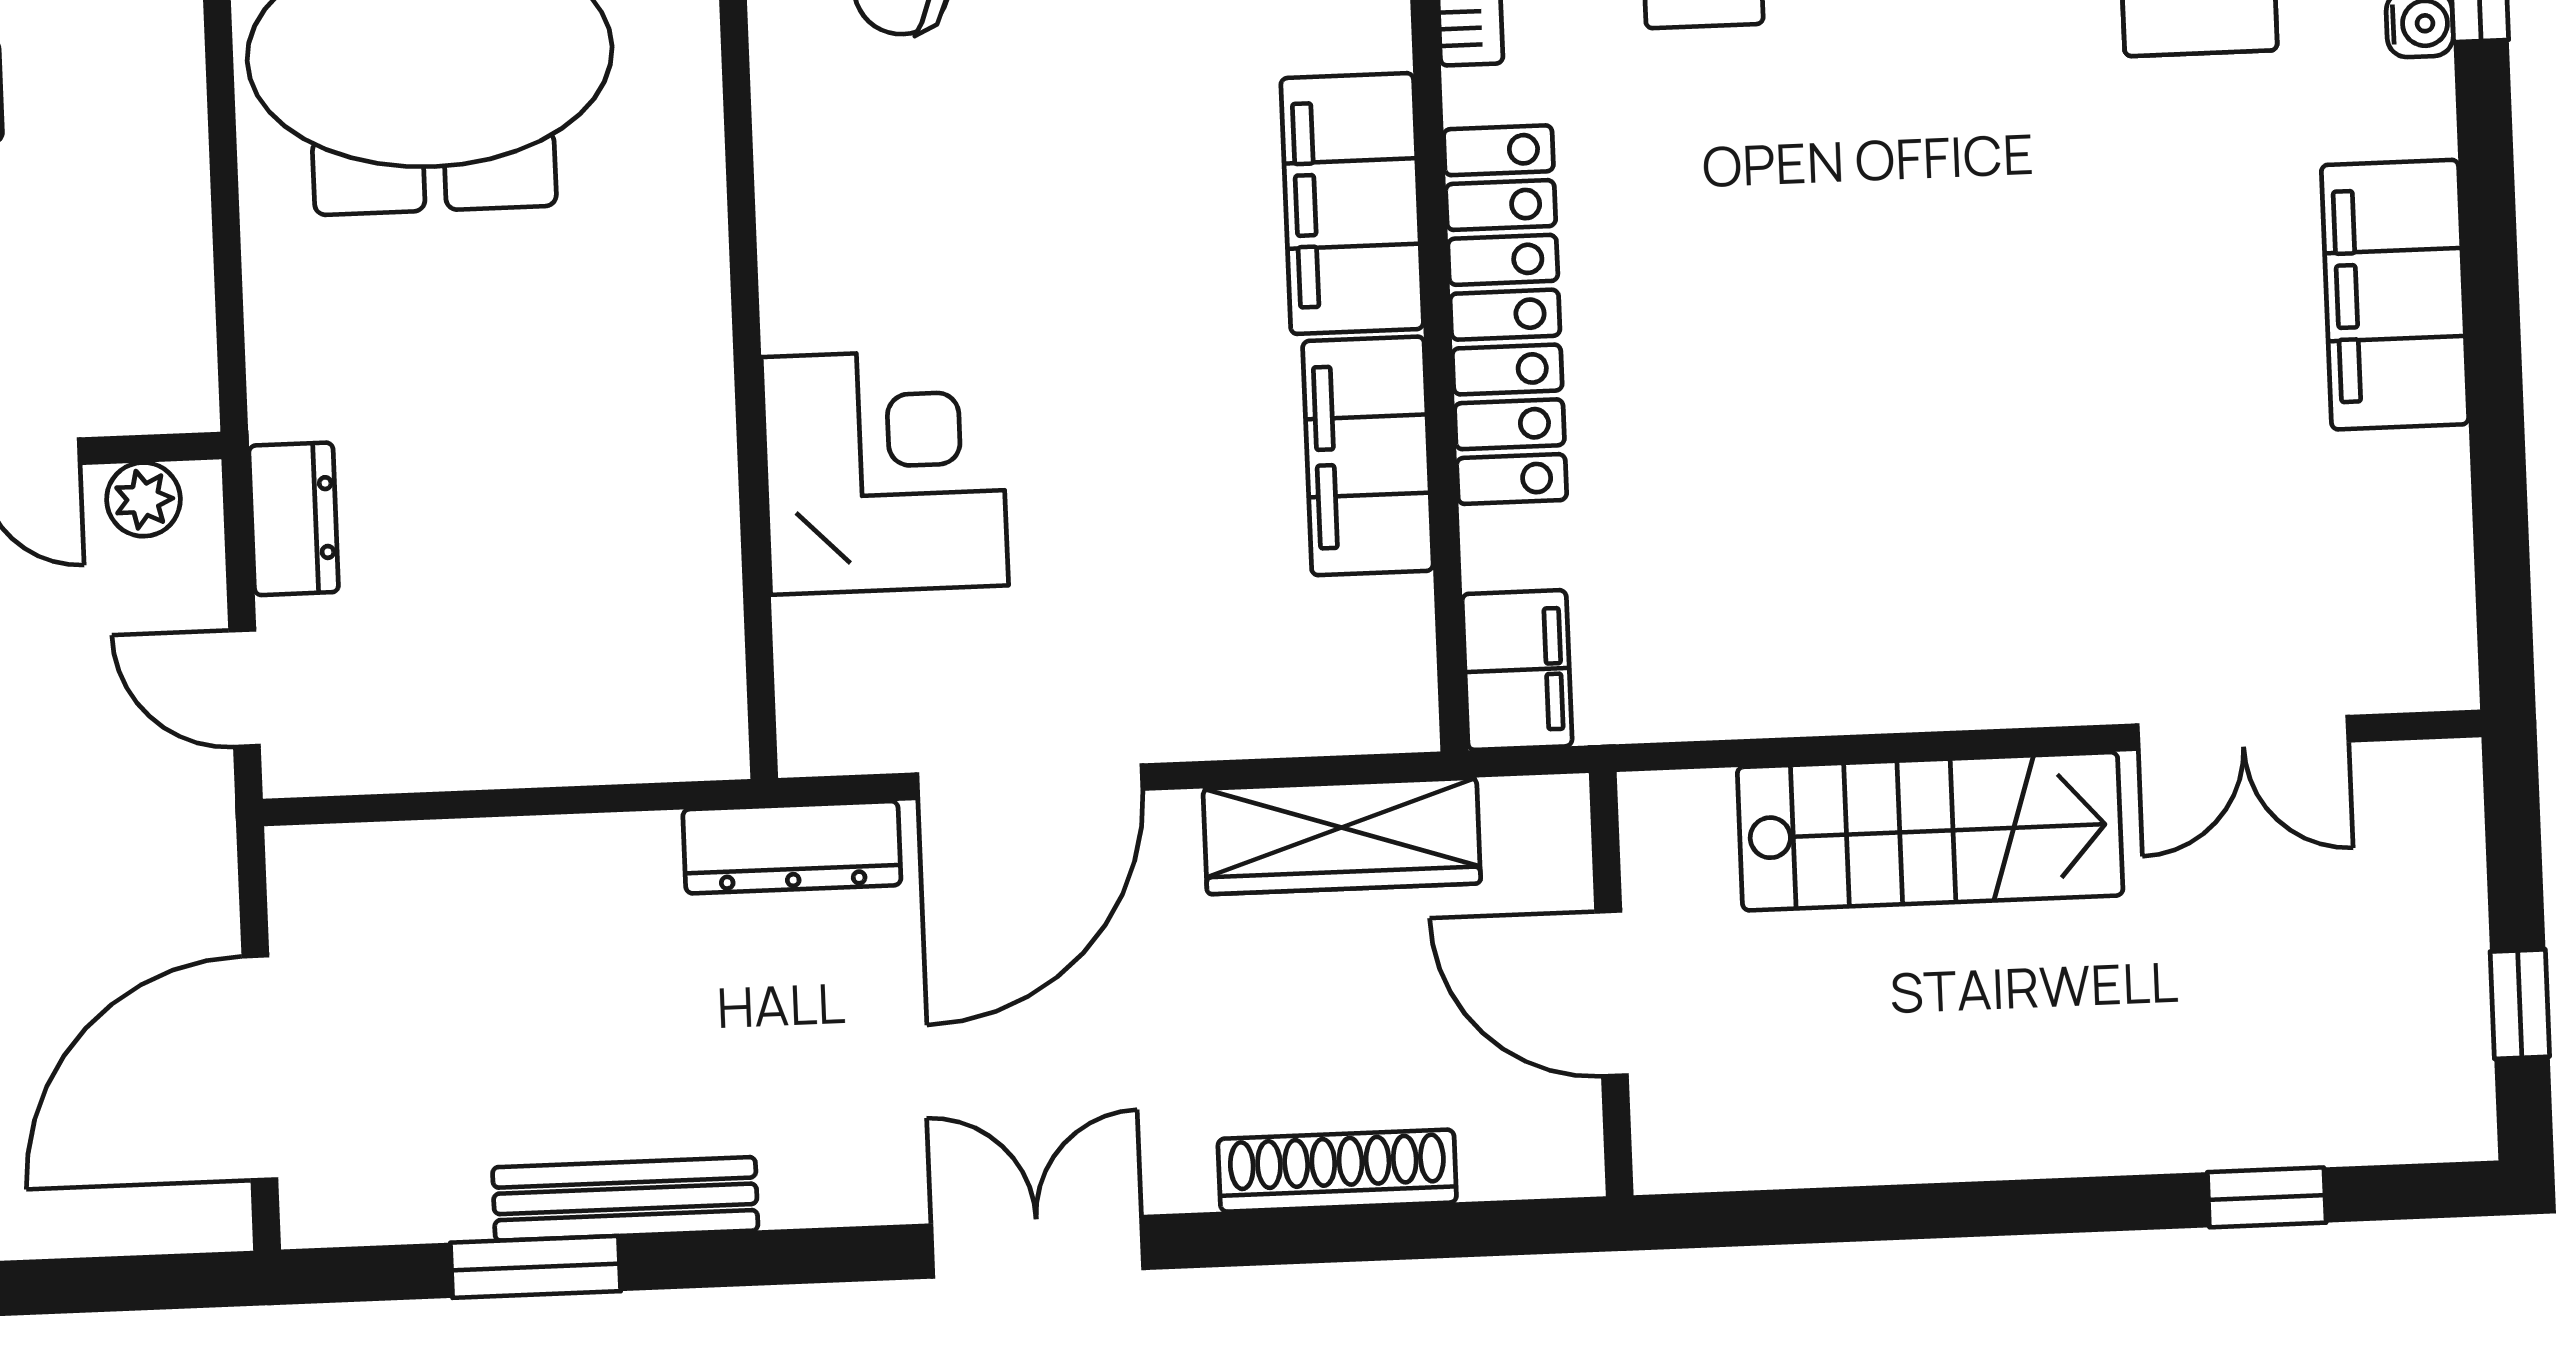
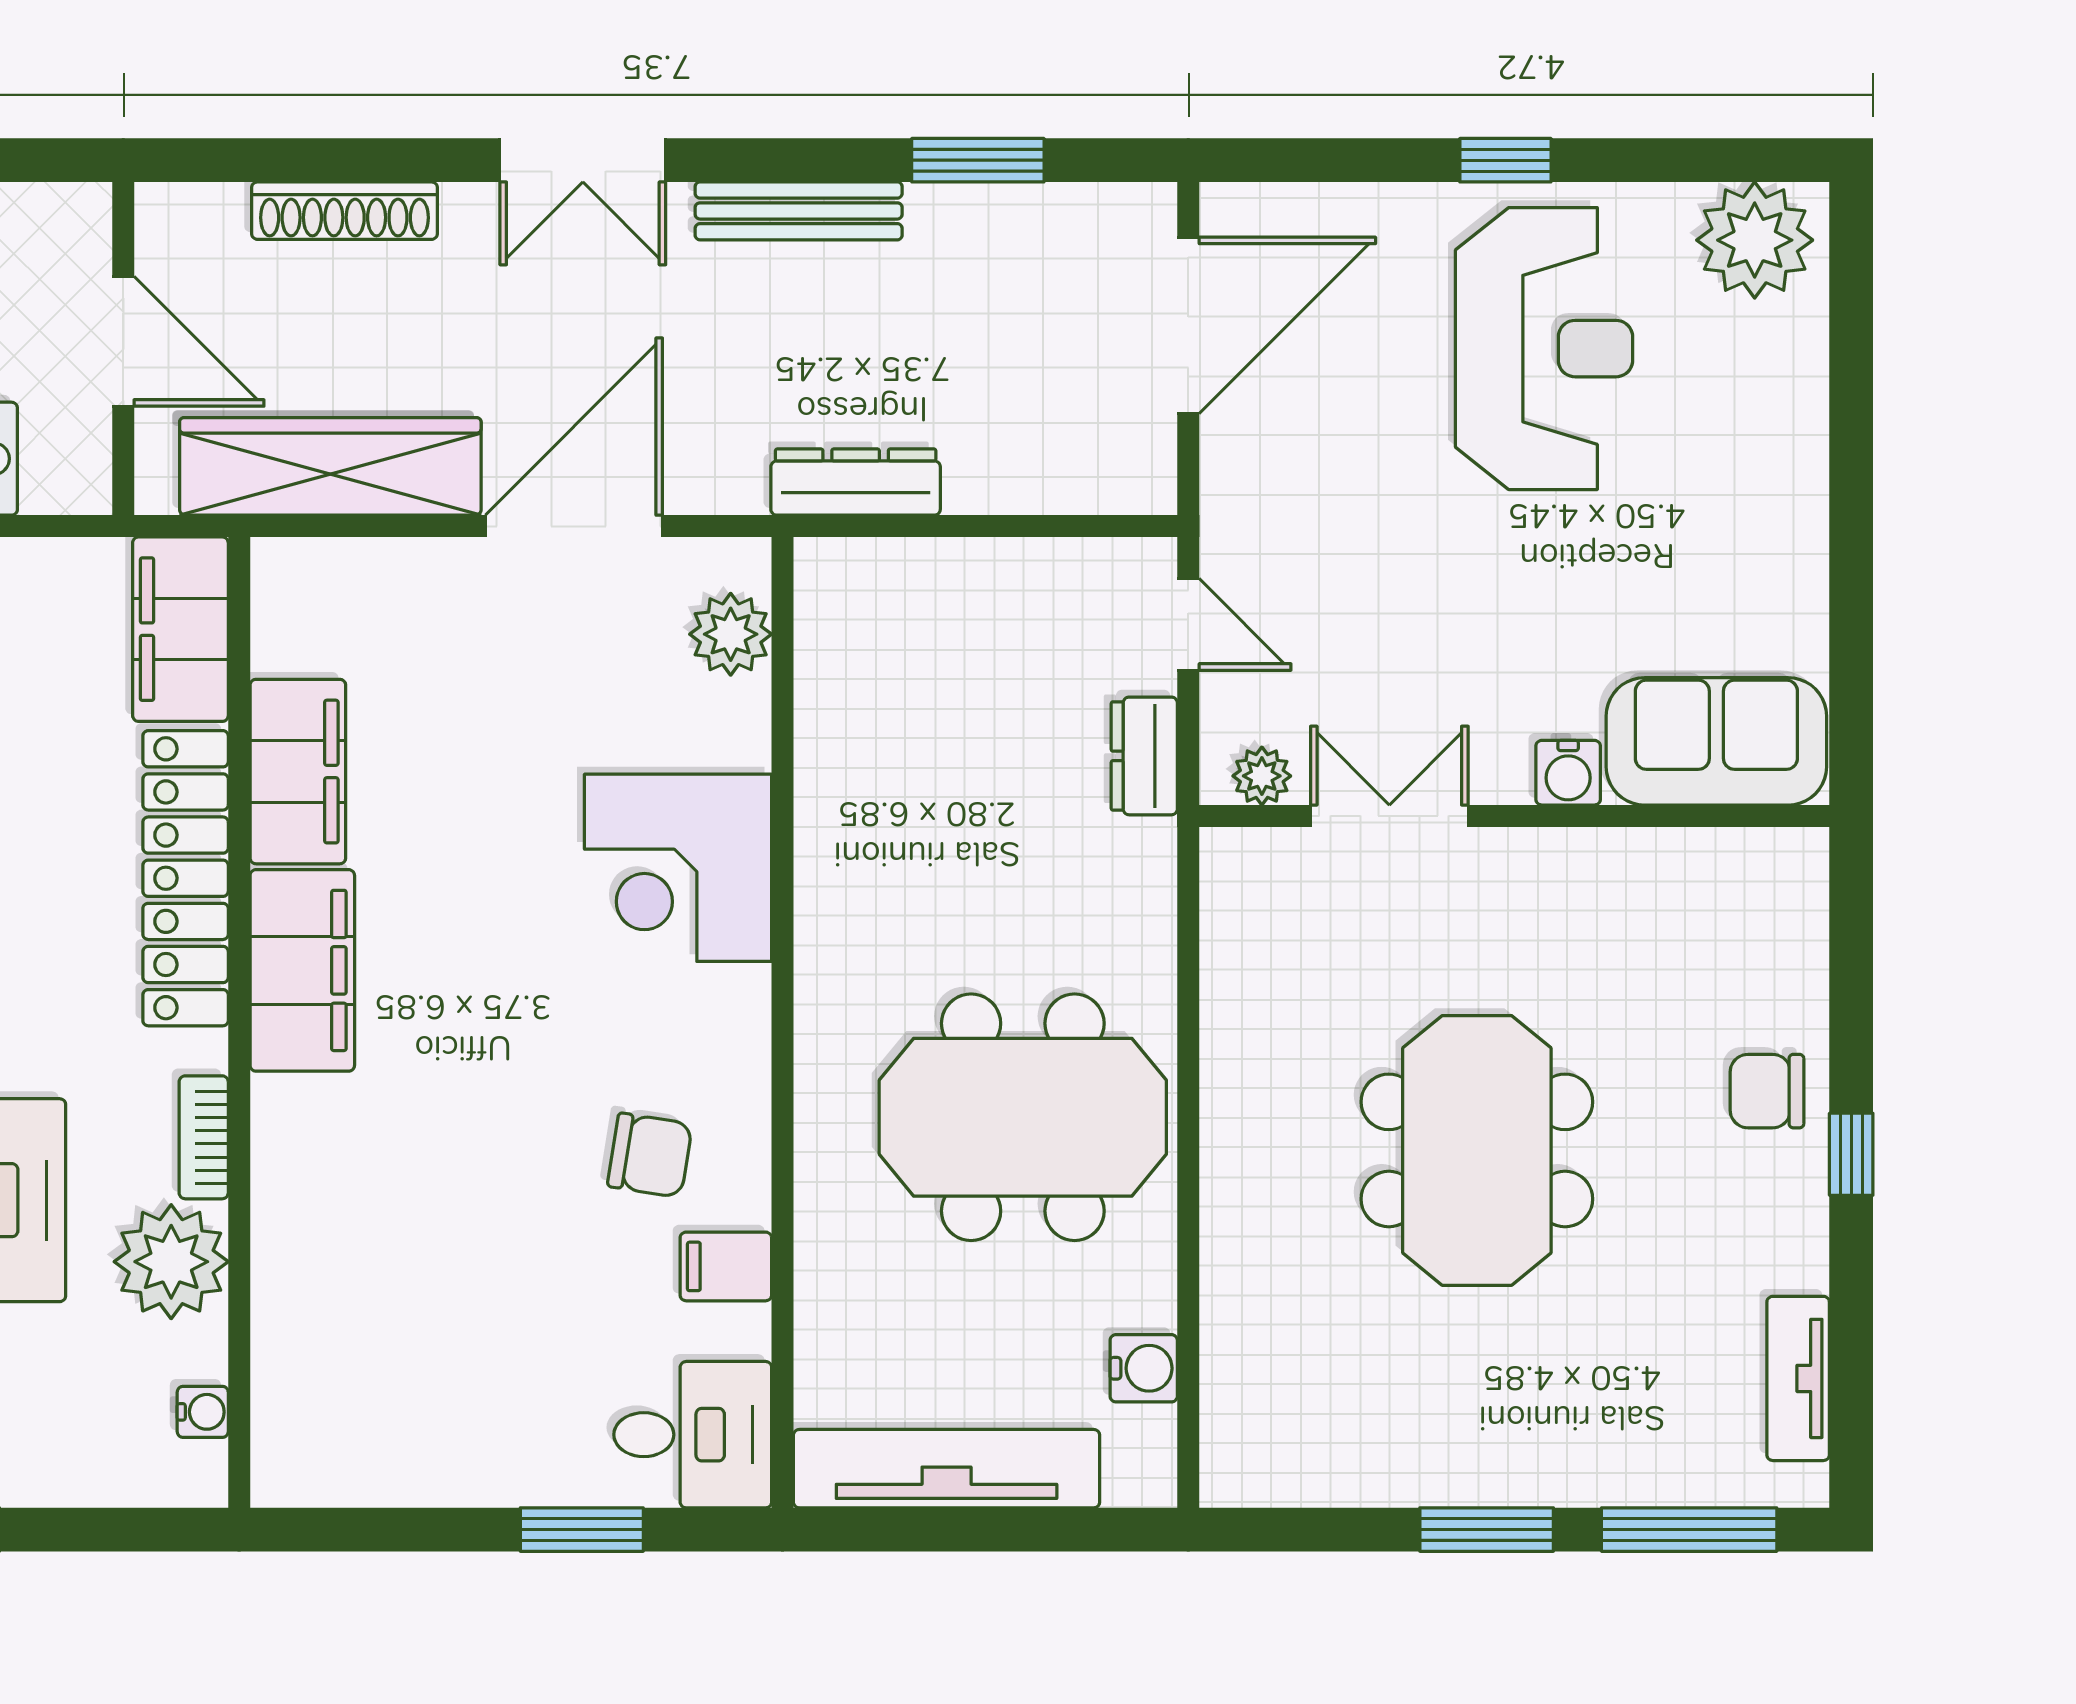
corner desk: (885, 471) -> (678, 868), moved
plant: (825, 652) -> (731, 634), added
filing cabinet: (1517, 670) -> (180, 629), width x1.50, depth x1.17
wardrobe: (1342, 836) -> (330, 466), width x1.40, depth x1.17
dresser: (792, 847) -> (856, 482), moved
bench: (625, 1199) -> (799, 211), moved

